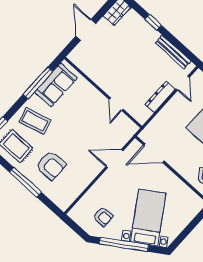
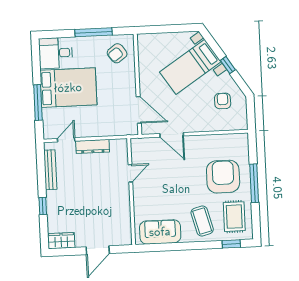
window: (38, 83) -> (172, 247), removed
armchair: (51, 165) -> (223, 177), width x1.36, depth x1.36
window: (124, 244) -> (228, 65), width x0.32

